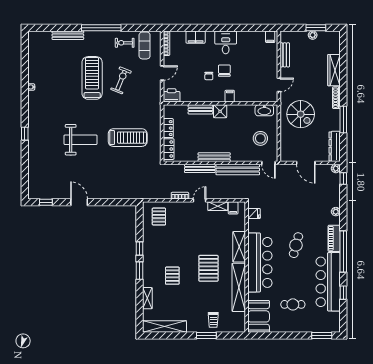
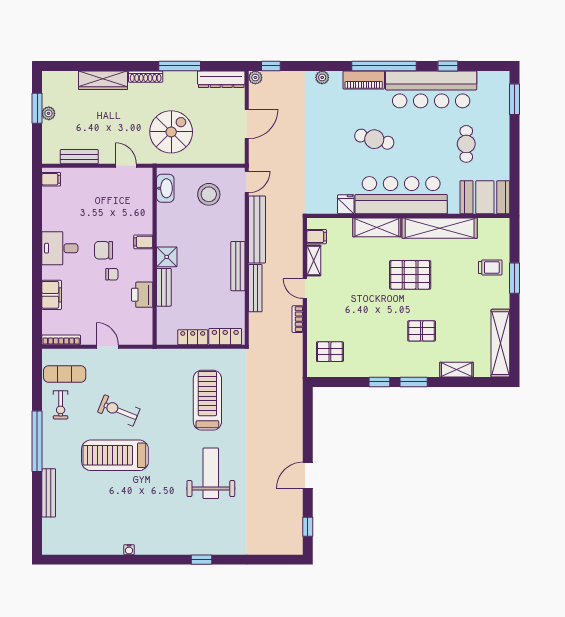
printer: (172, 95) -> (142, 295), moved
fridge: (254, 214) -> (346, 204), moved

